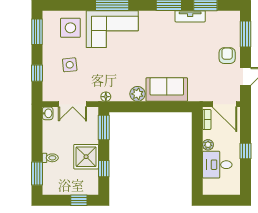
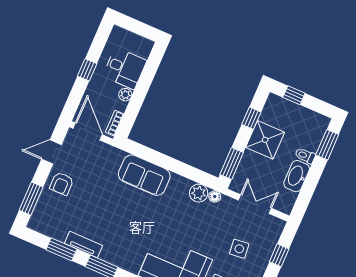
plant: (137, 94) -> (199, 193), moved
washbasin: (48, 113) -> (297, 176), moved, width x1.91, depth x1.45

